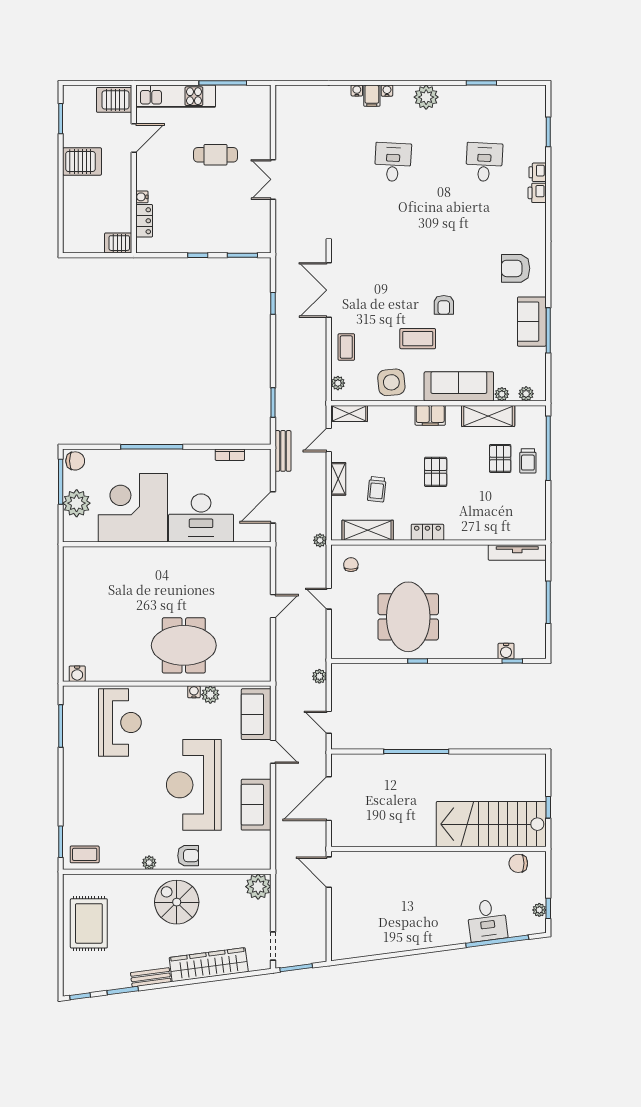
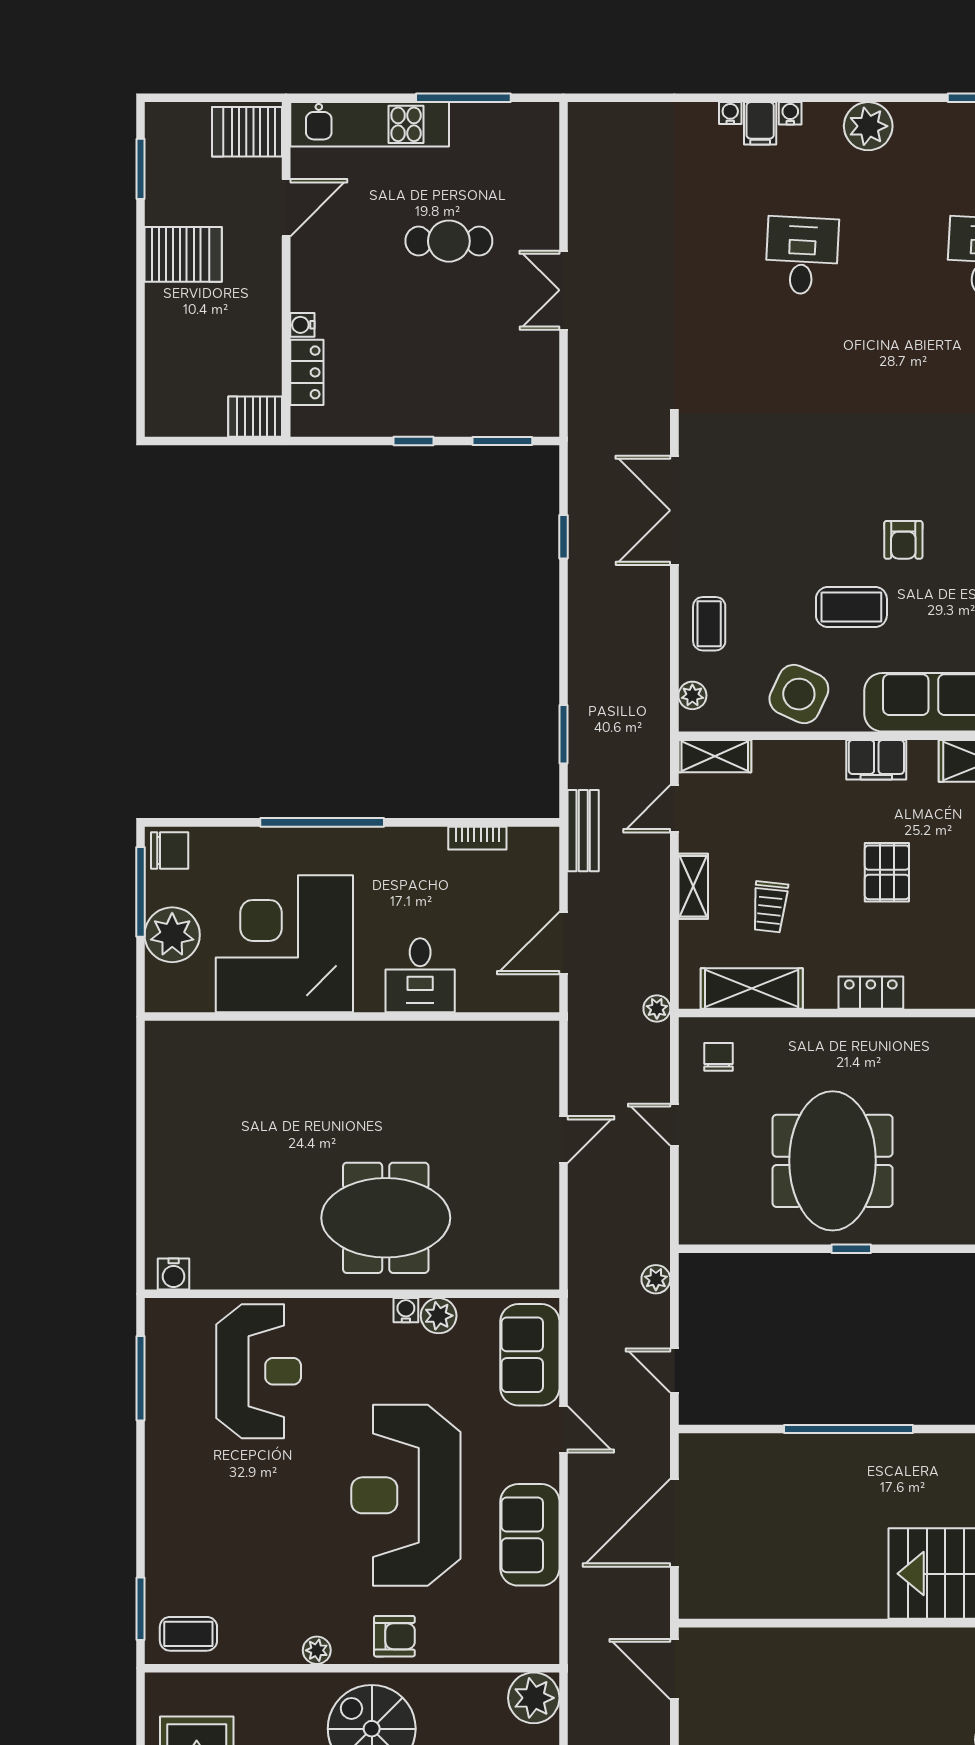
side table: (391, 382) -> (799, 694), turned 30
desk: (201, 518) -> (420, 975), width x0.53, depth x0.77

